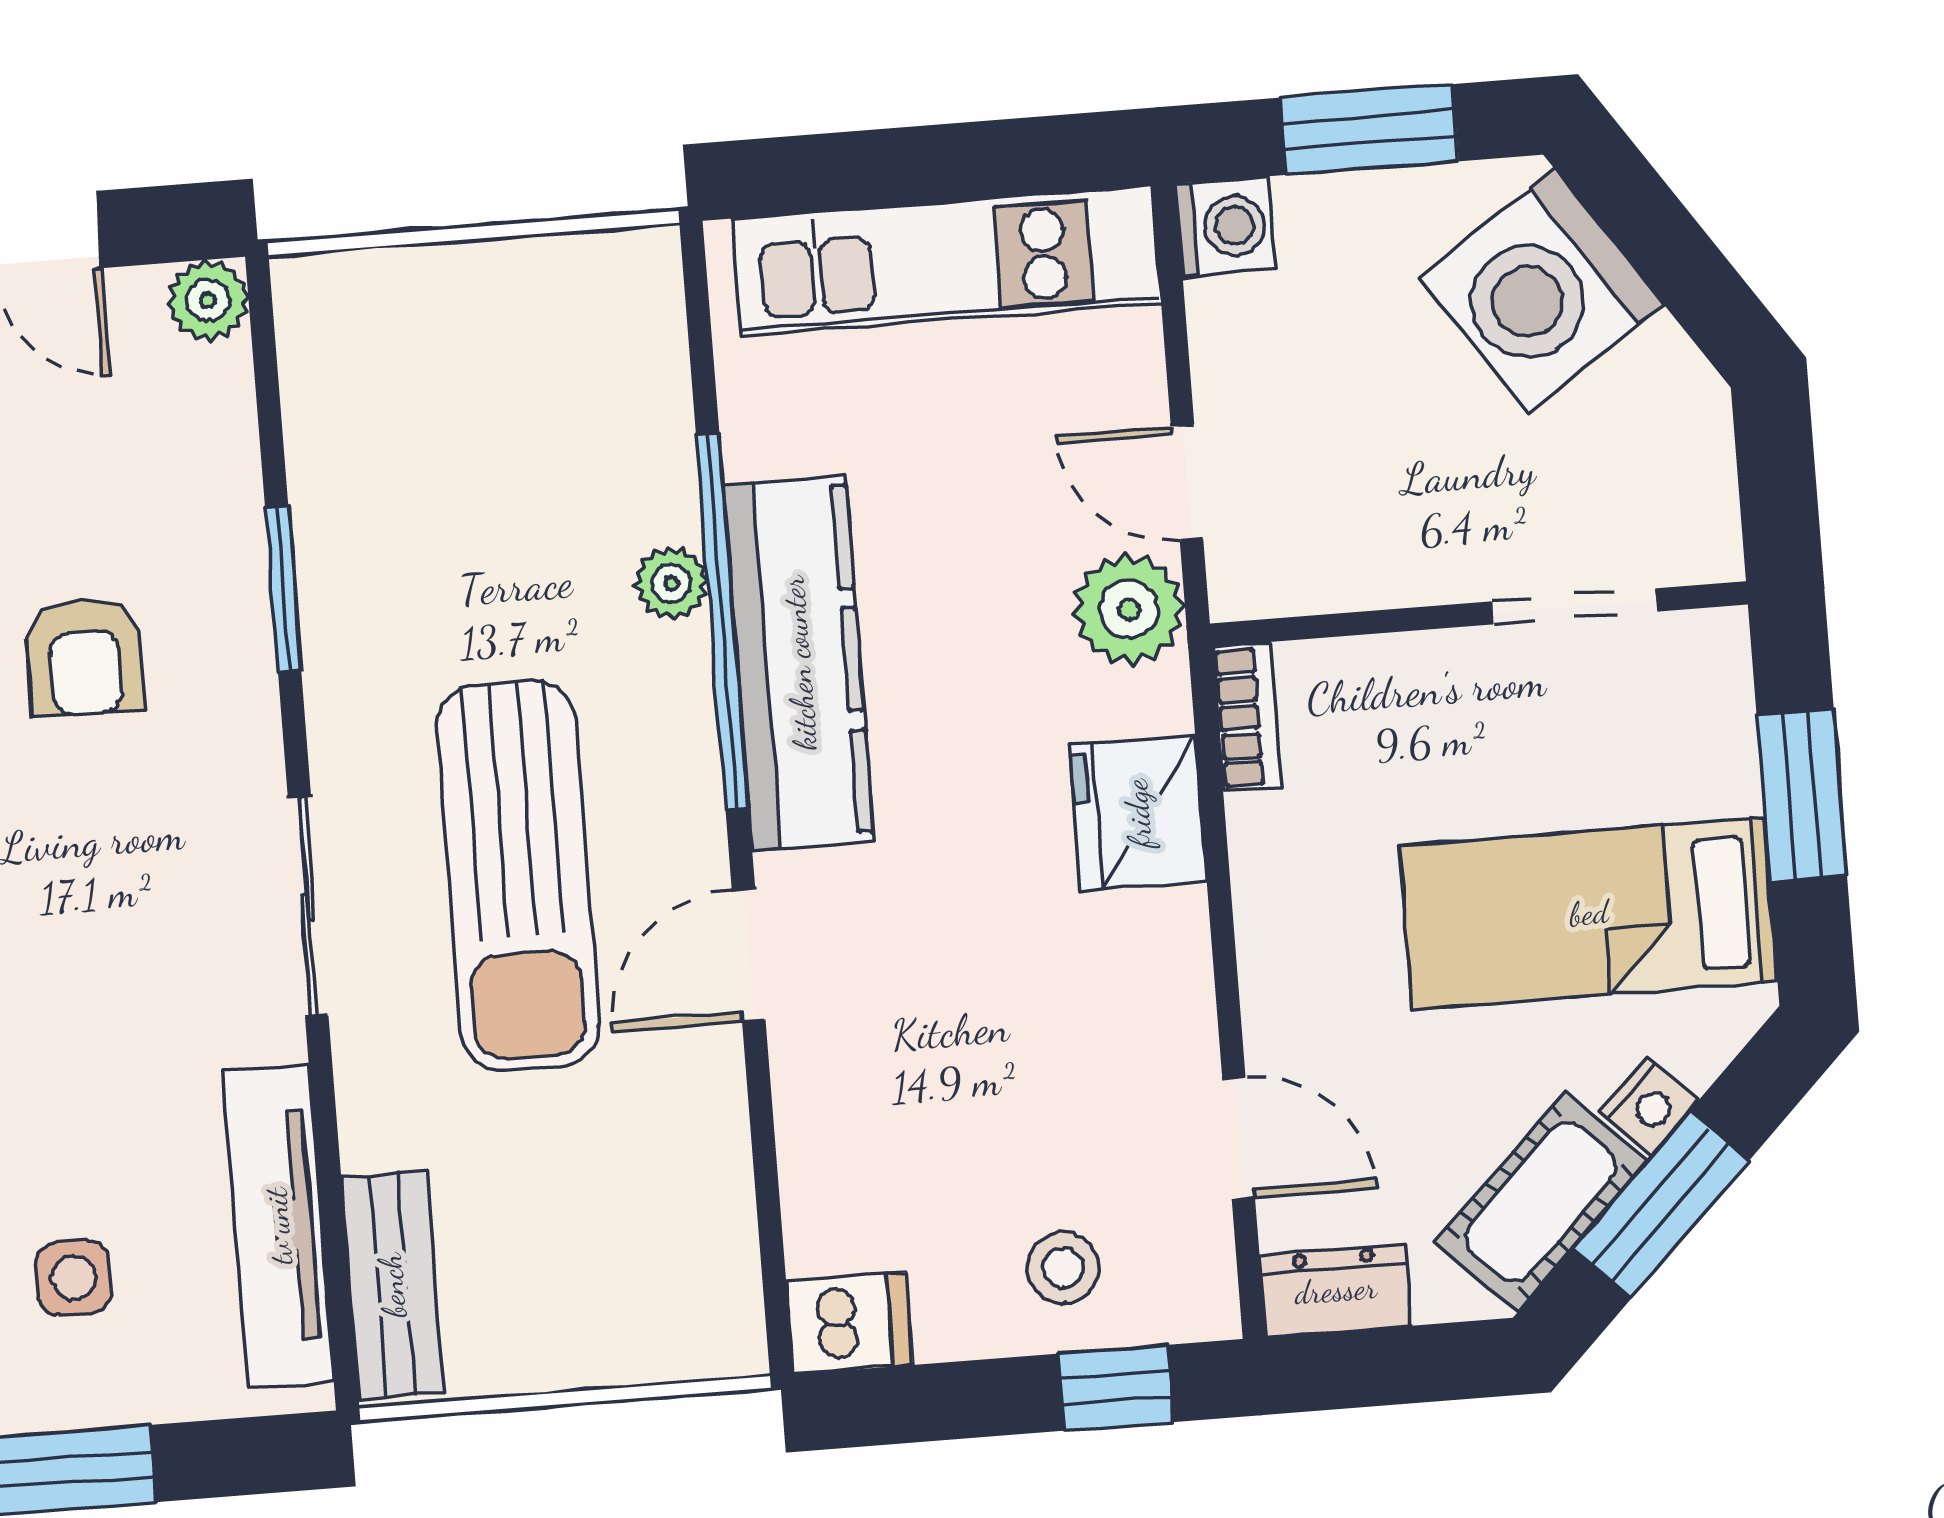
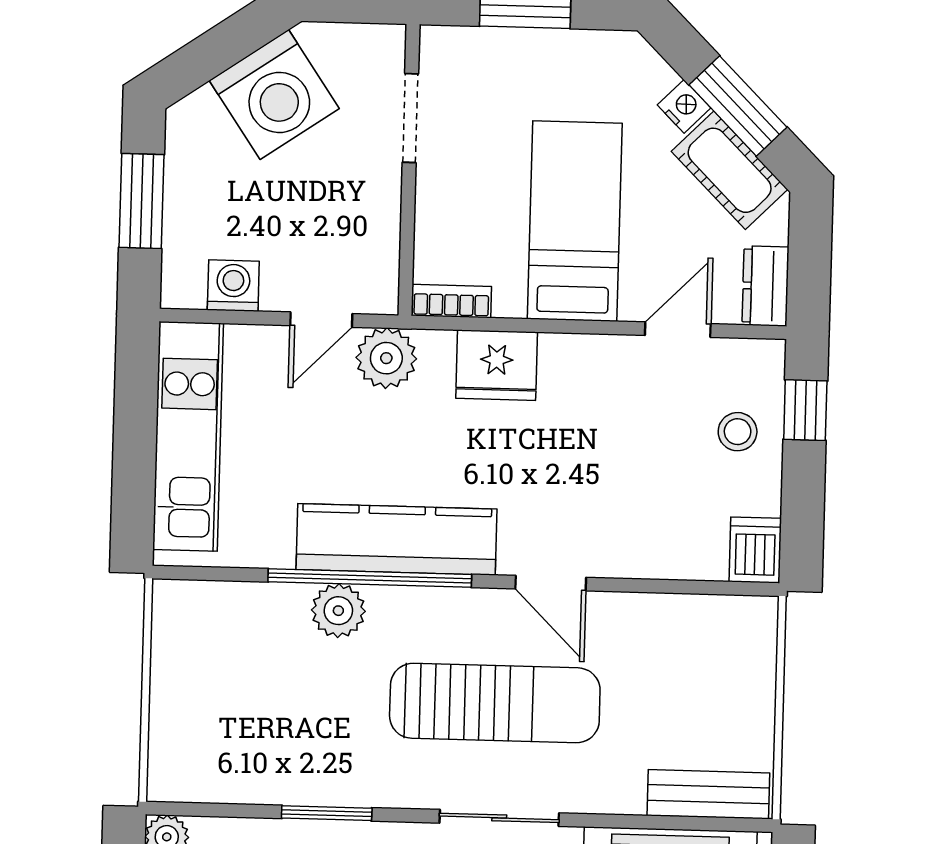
washing machine: (1225, 226) -> (233, 286), moved
washing machine: (1541, 291) -> (274, 95), moved
plant: (671, 583) -> (338, 611), width x1.38, depth x1.38
bed: (1589, 913) -> (575, 221), moved, turned 180

